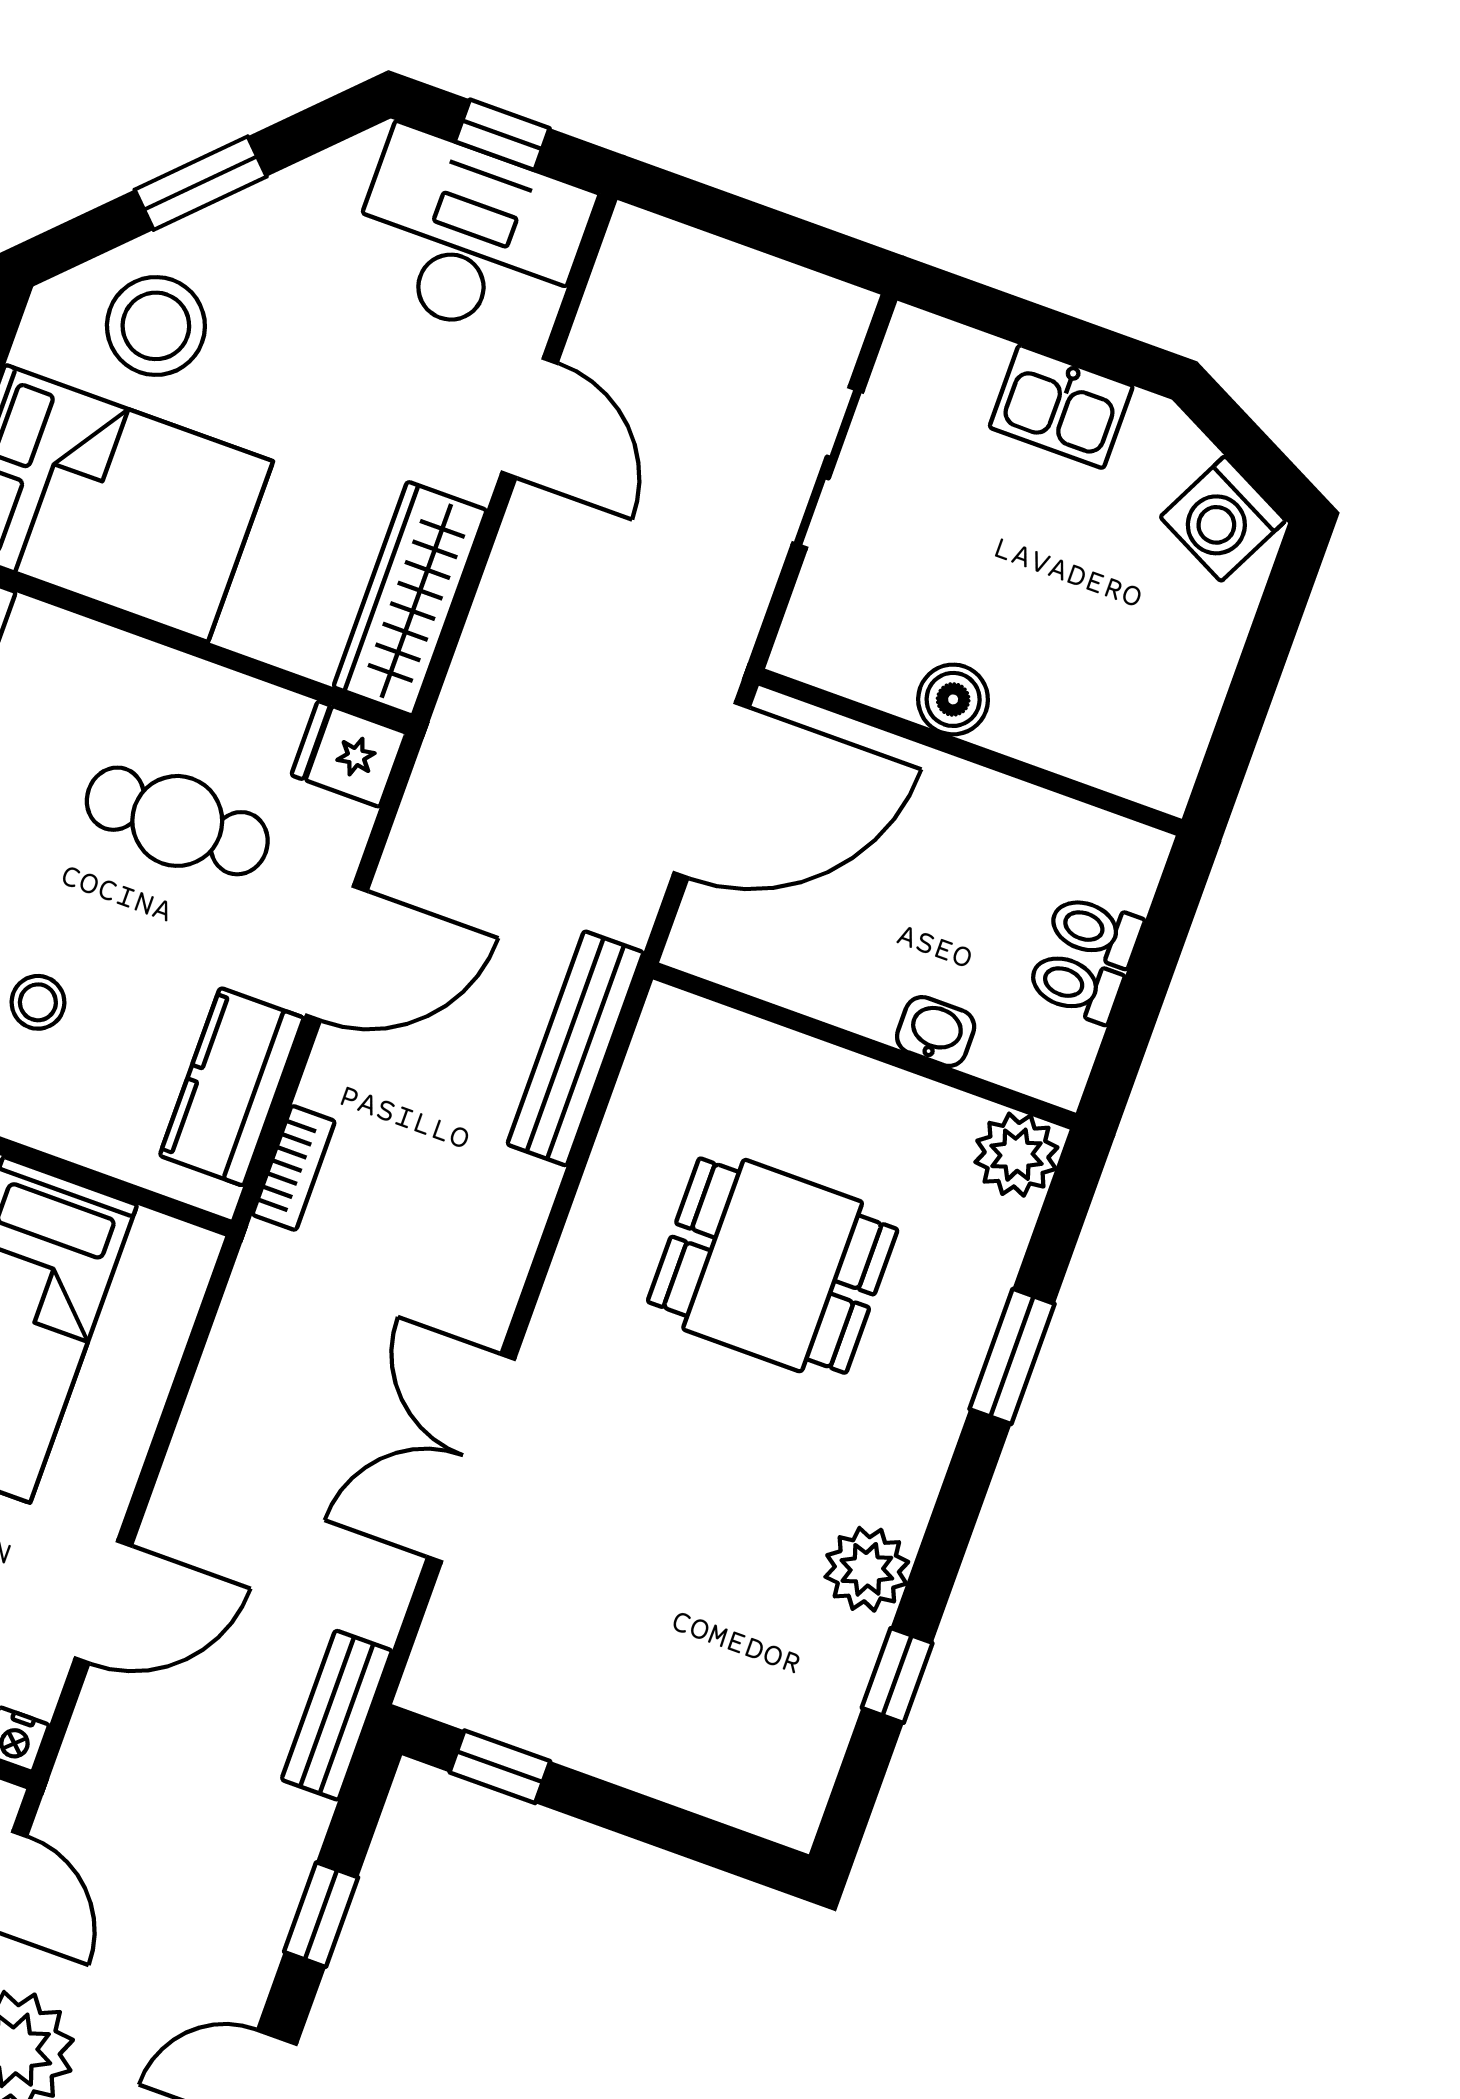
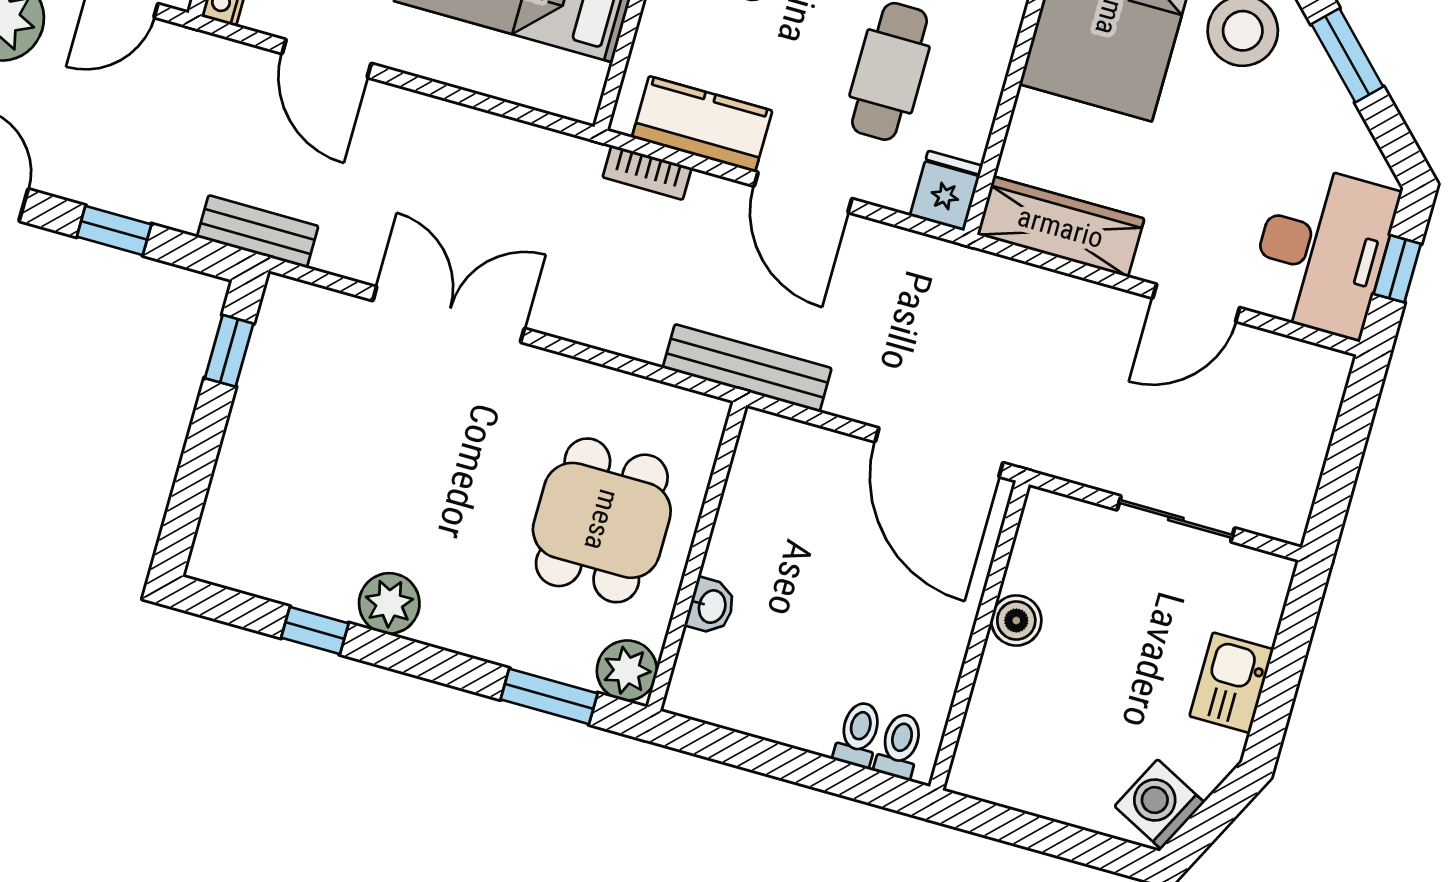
toilet: (1075, 986) -> (900, 746), moved
washbasin: (936, 1031) -> (711, 606), moved
wall: (864, 1046) -> (697, 556), moved
plant: (1016, 1155) -> (627, 670), moved

